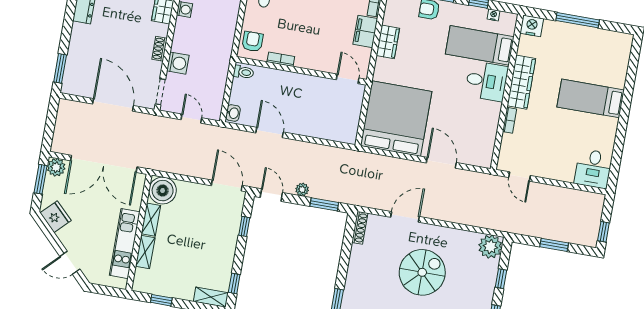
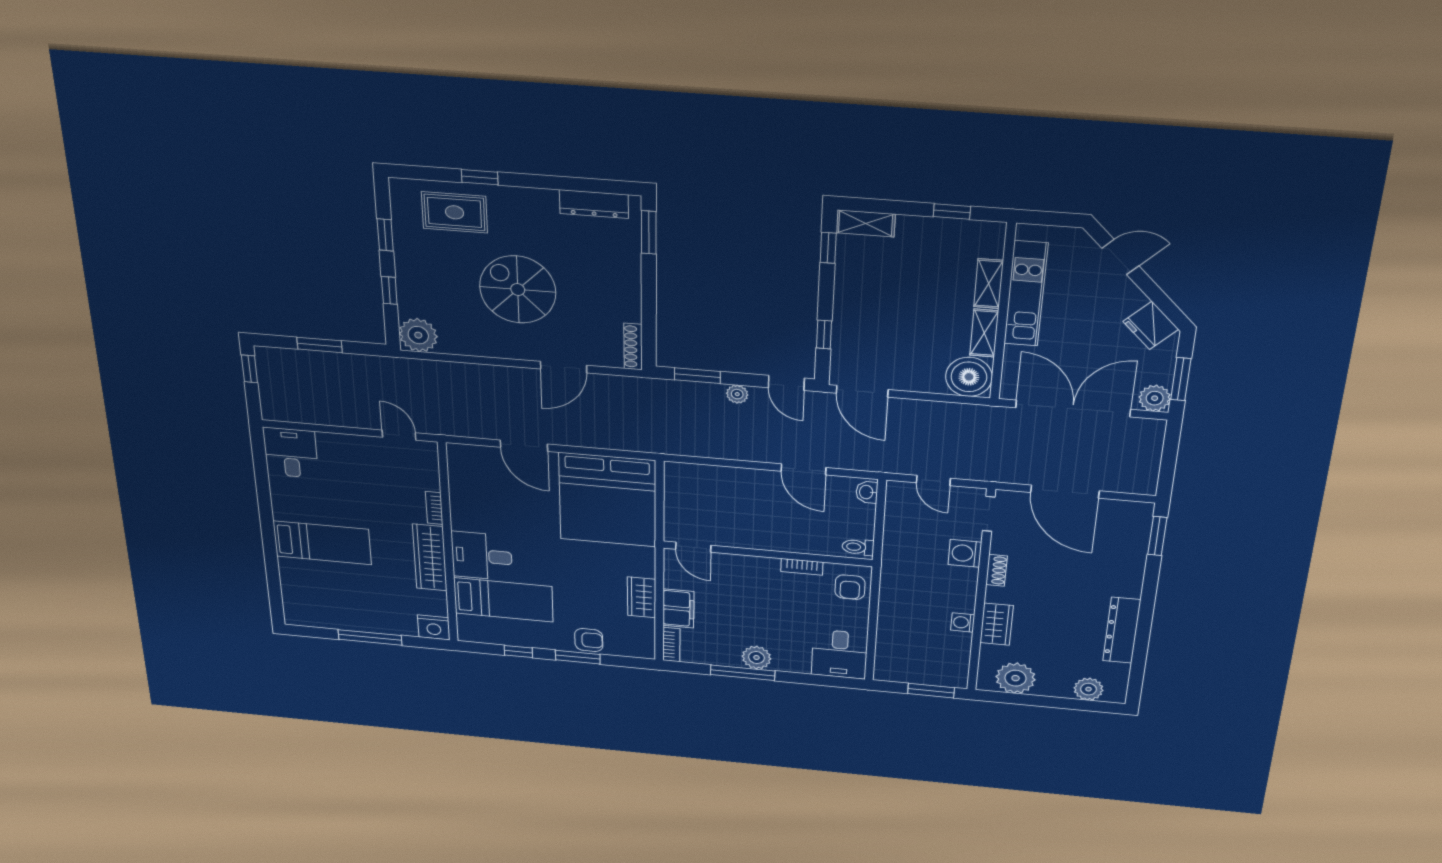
nightstand: (493, 15) -> (493, 638), removed
spiral stairs: (422, 272) -> (518, 290), turned 90

